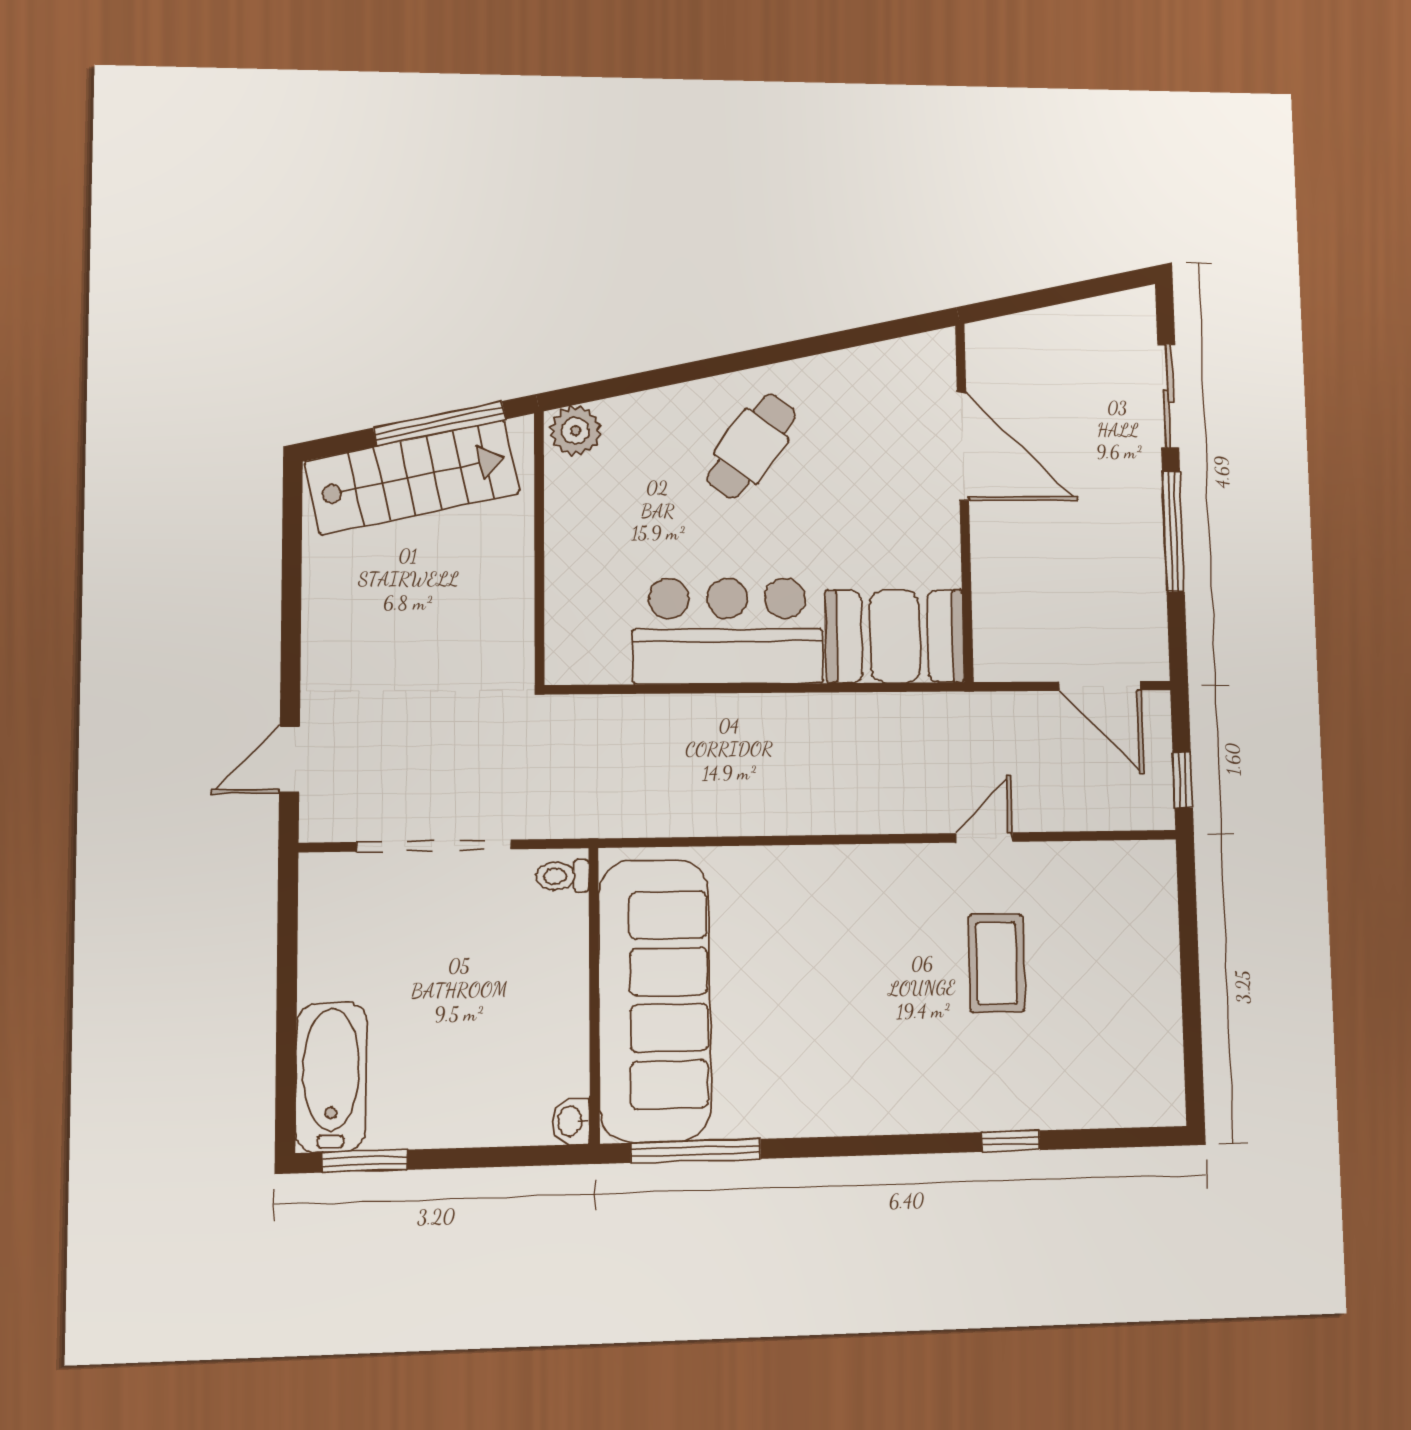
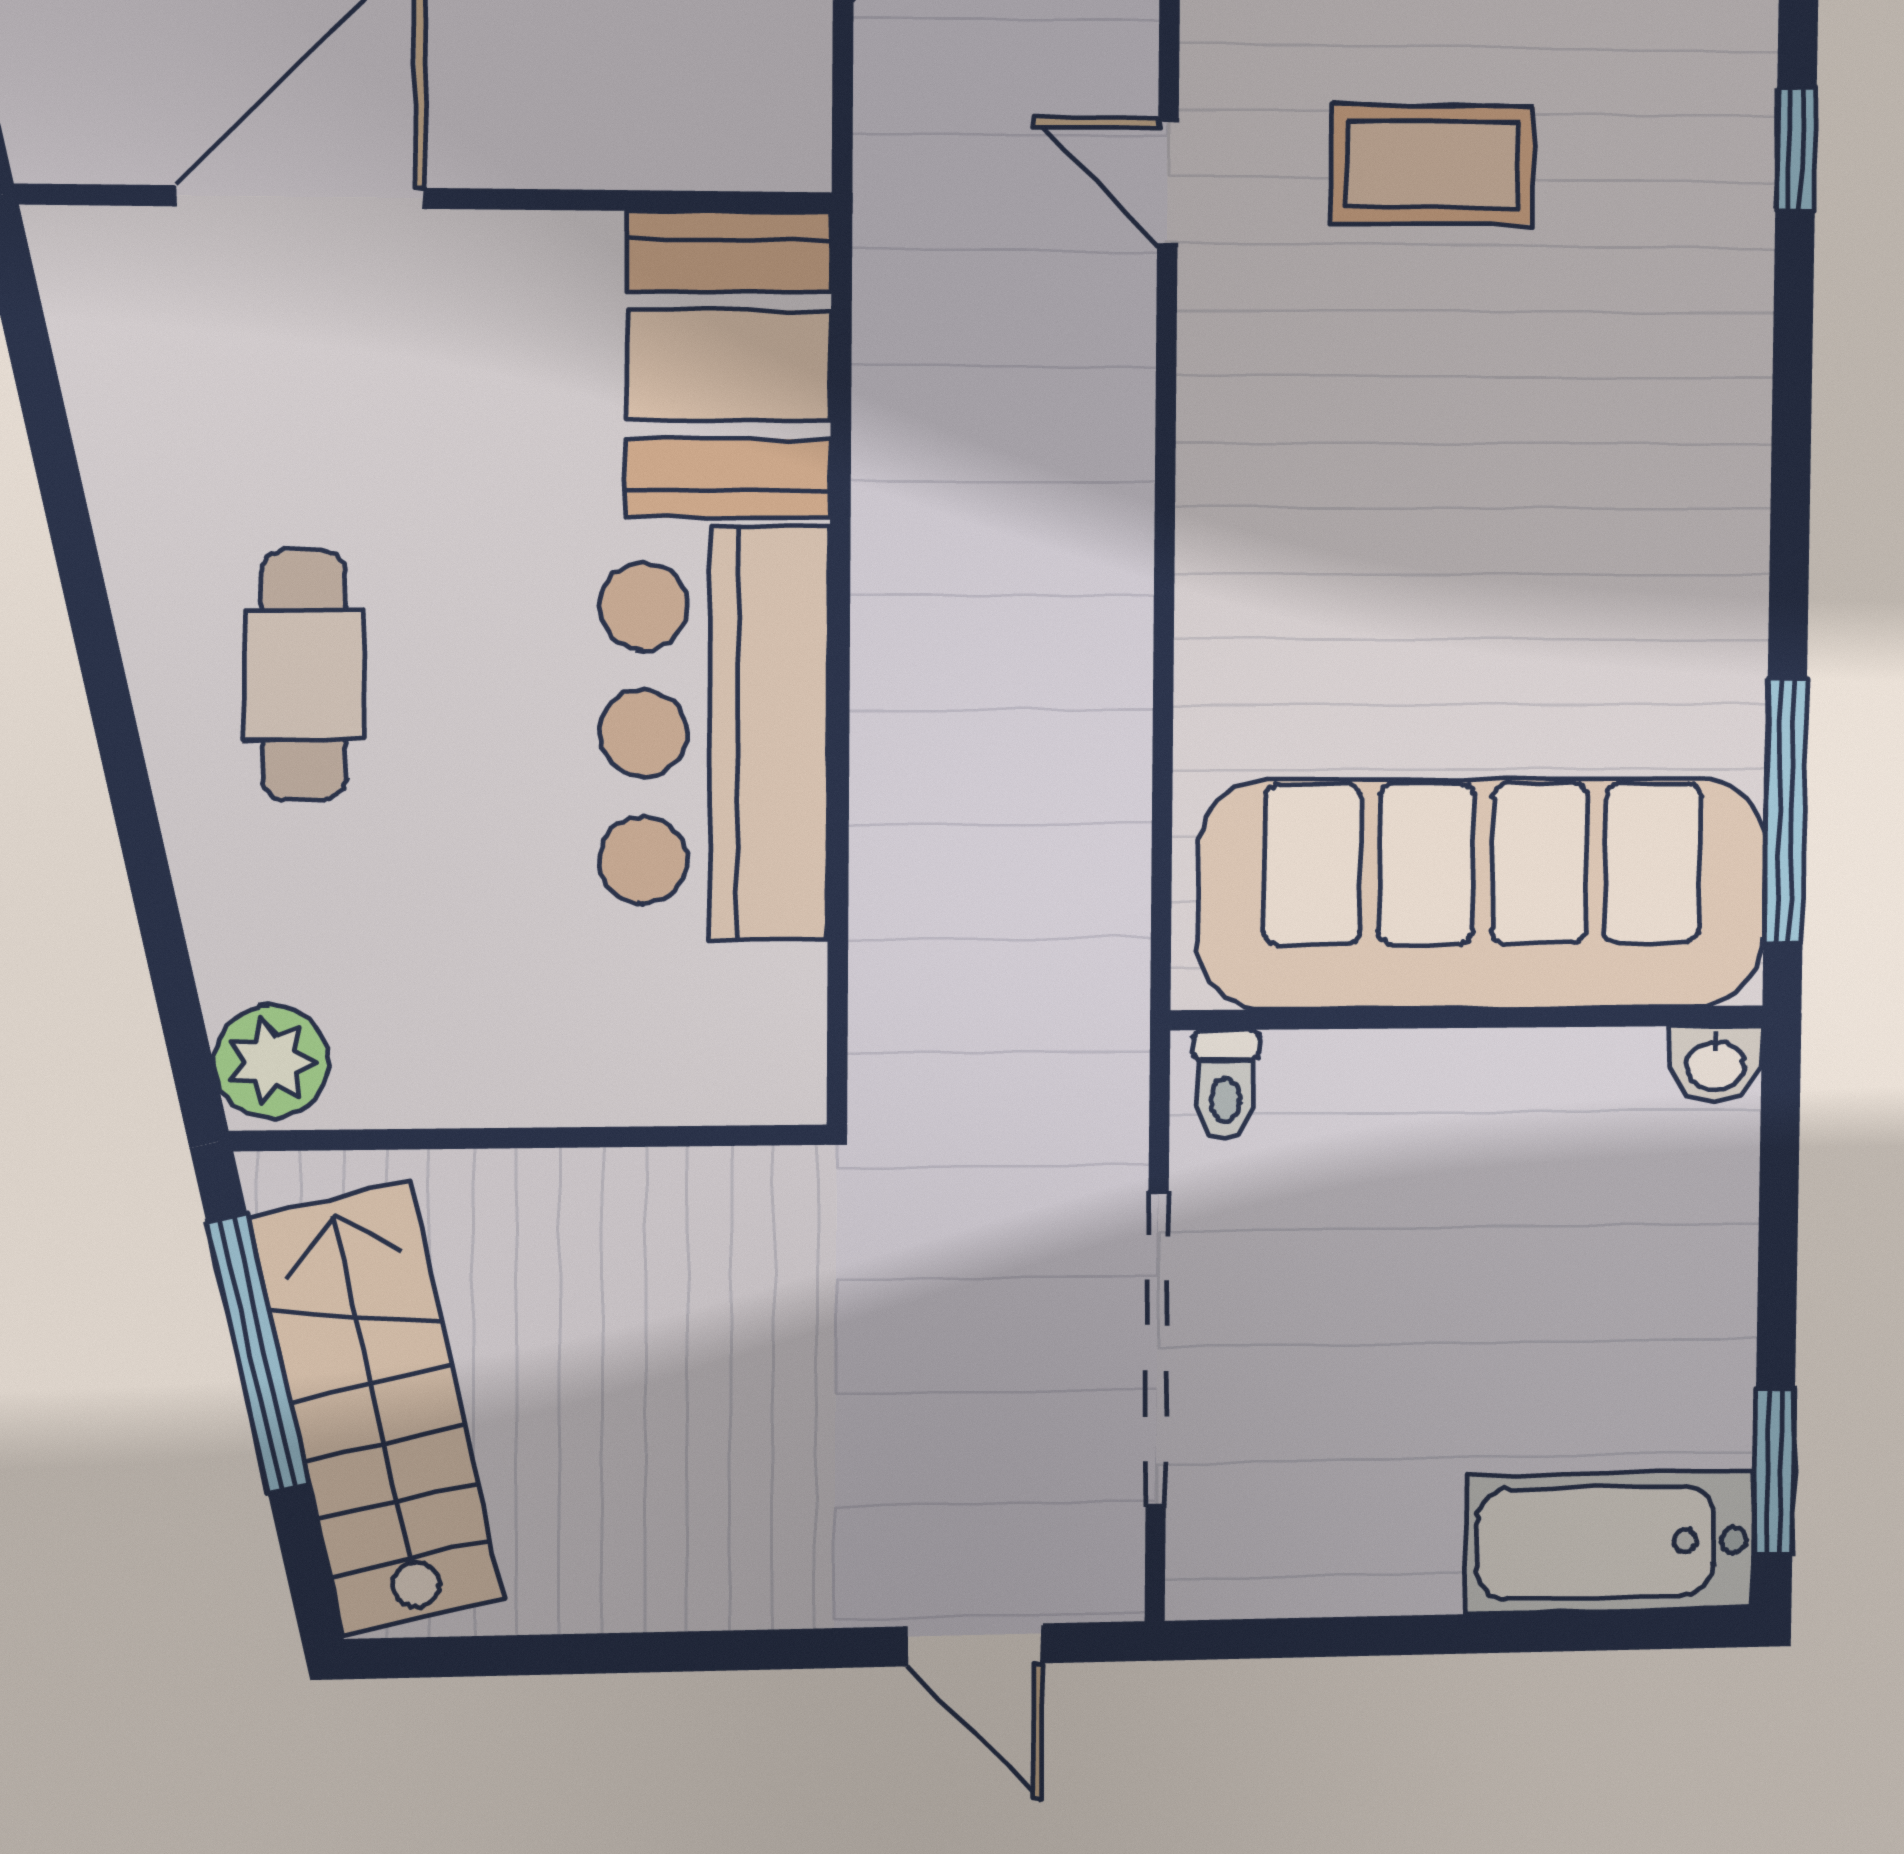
cafe table: (751, 446) -> (304, 676), turned 54

